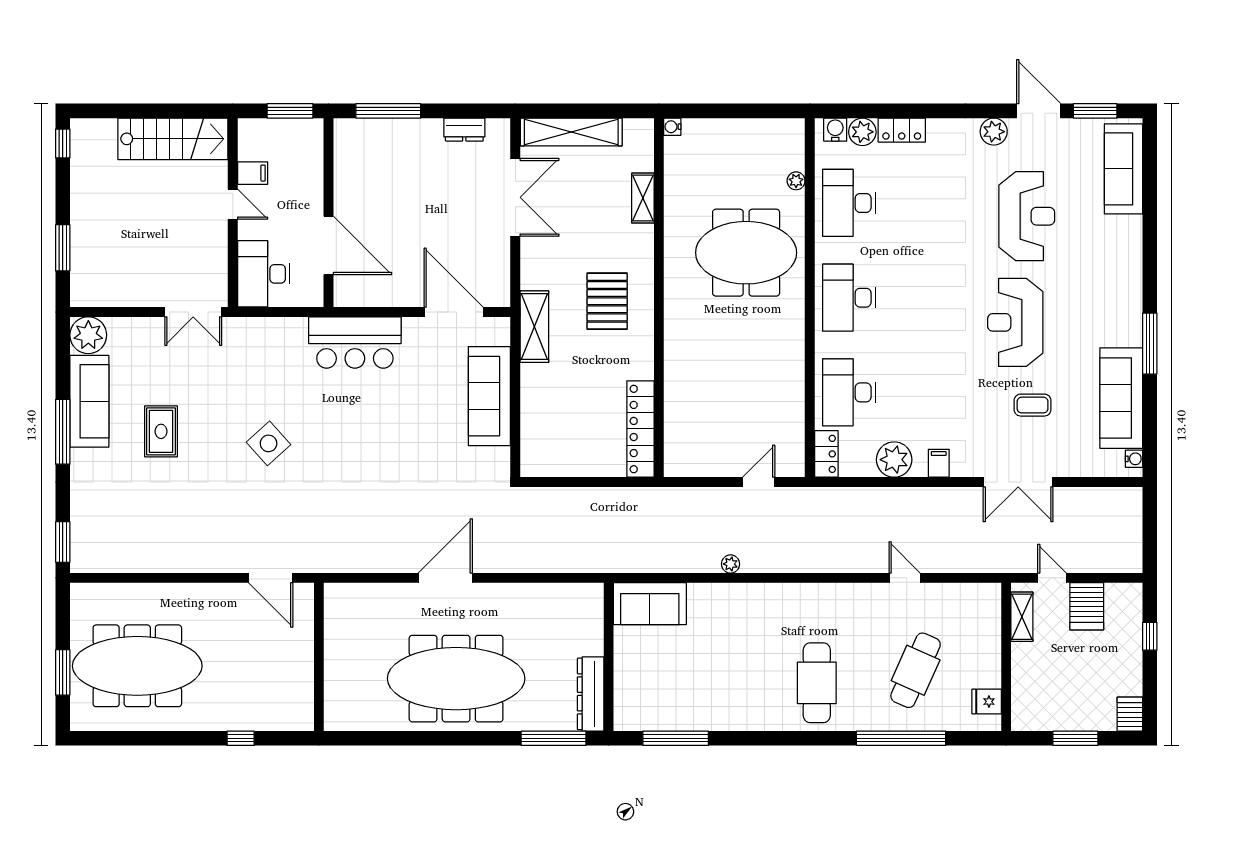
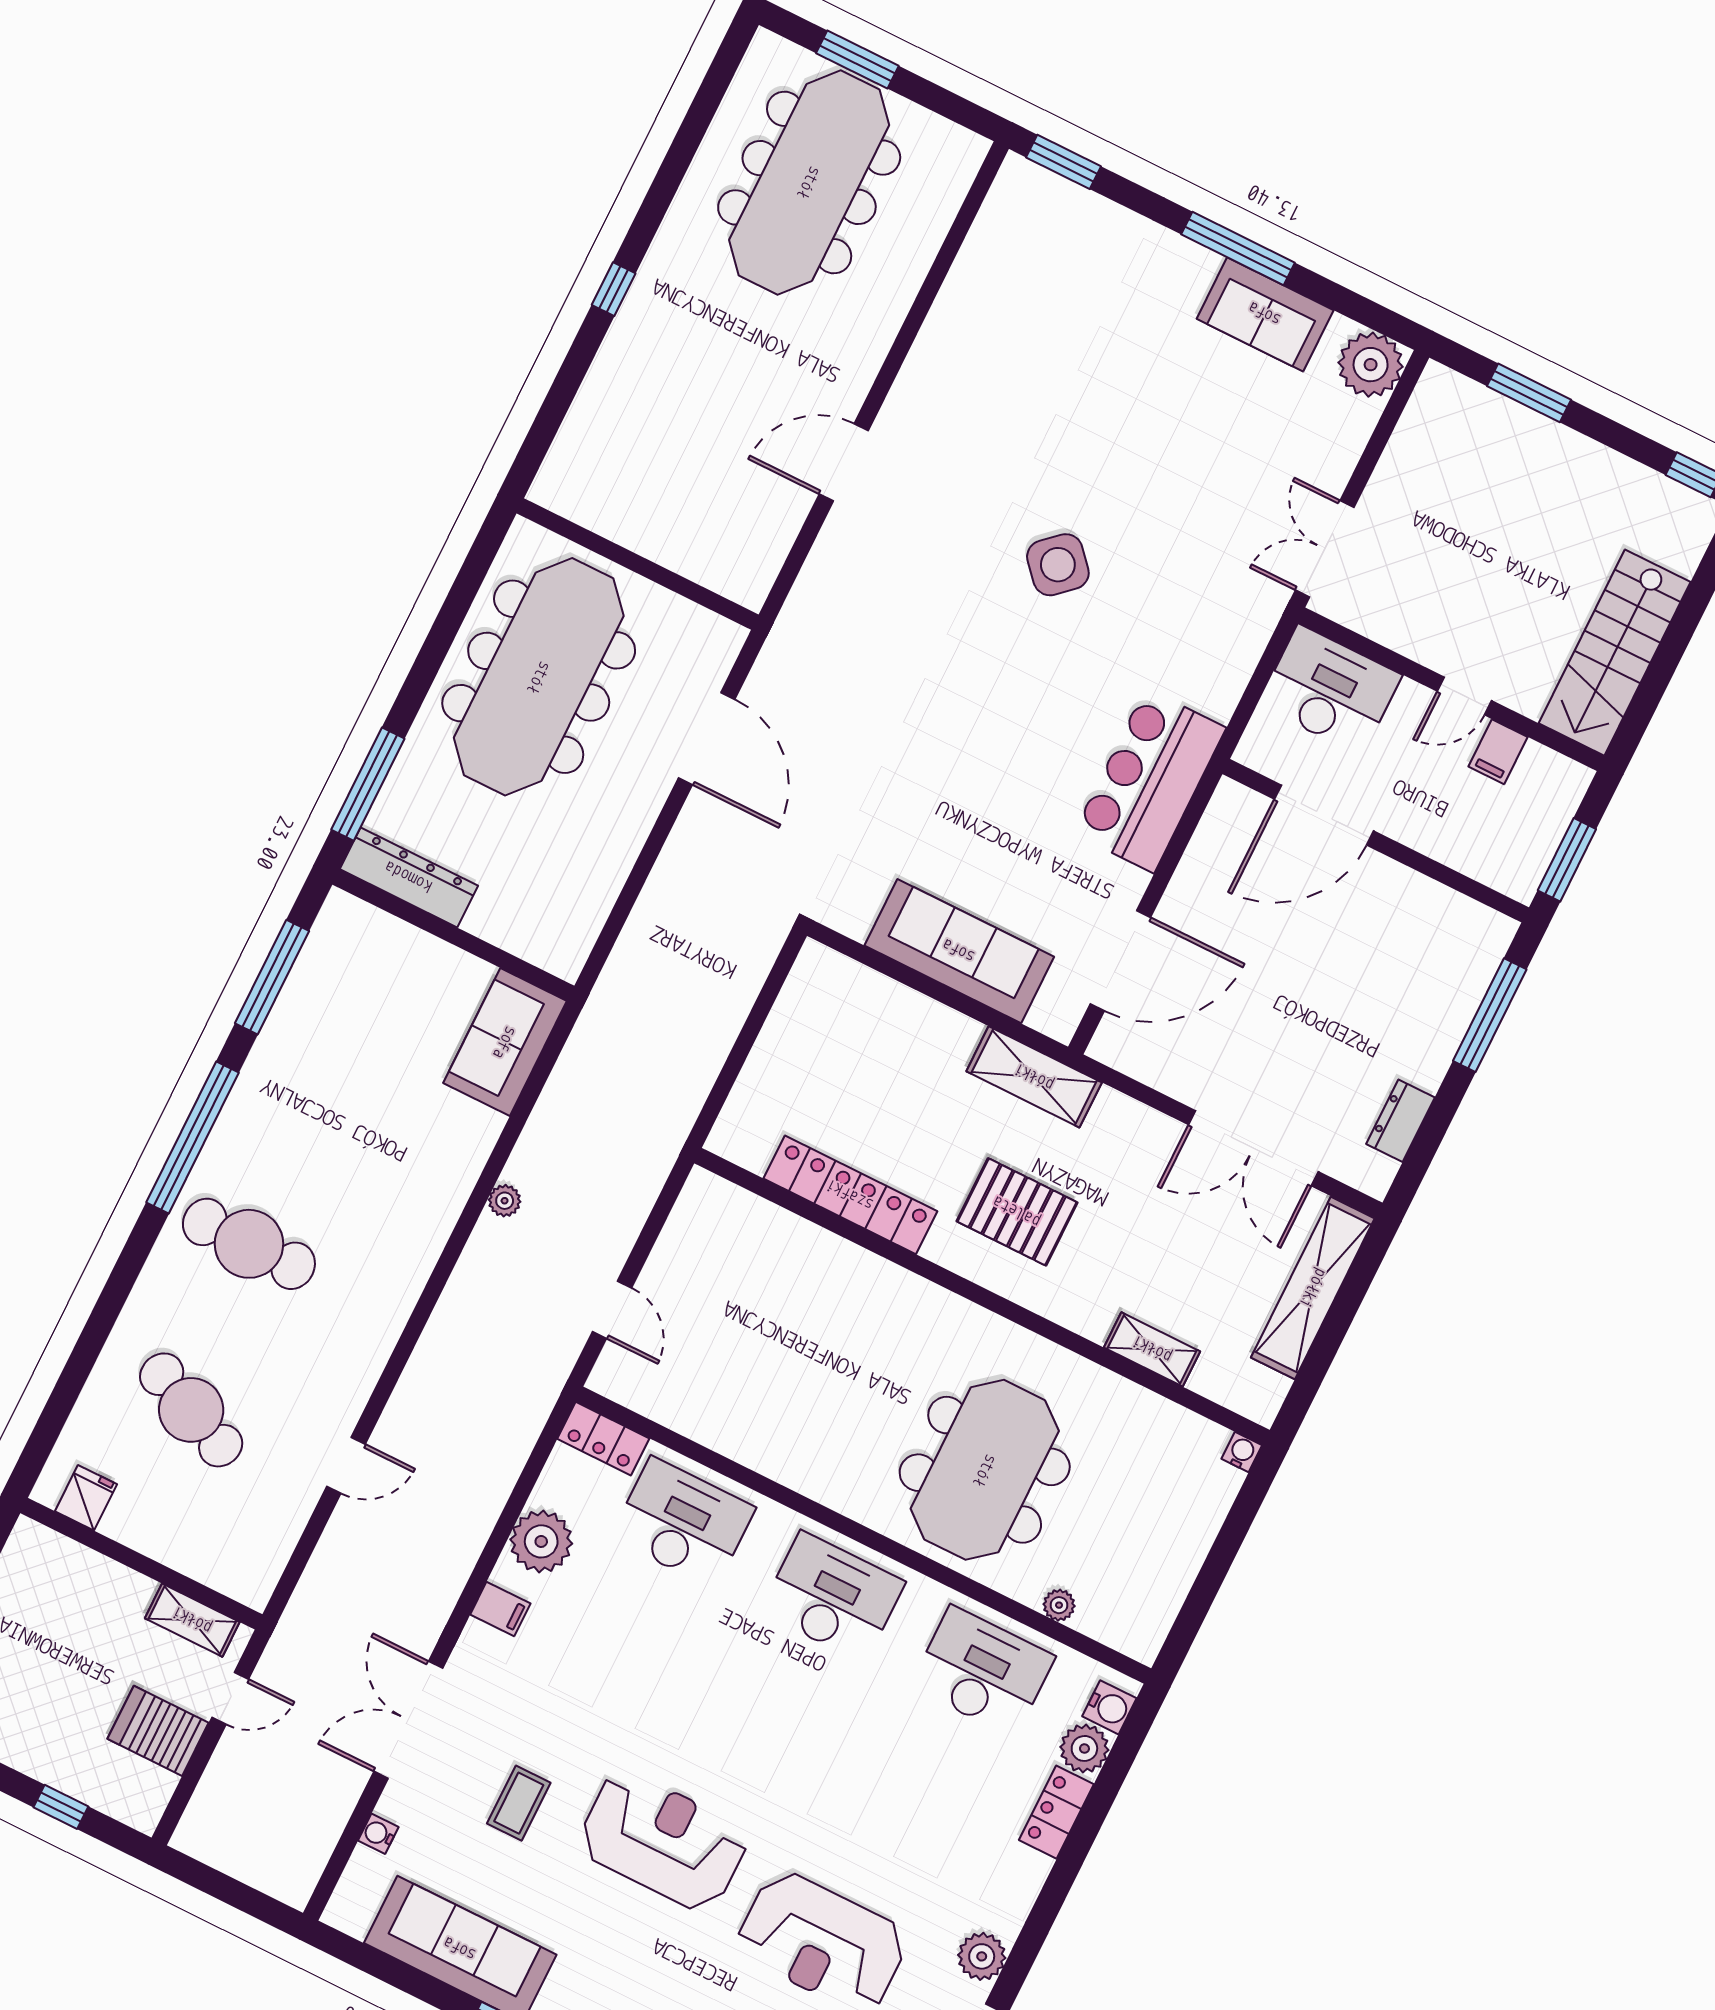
sofa: (89, 401) -> (1265, 314), width x0.73
locker: (640, 429) -> (850, 1195), moved
rug: (161, 431) -> (1161, 404), removed
water cooler: (1134, 459) -> (378, 1834), moved, turned 90
wall: (319, 657) -> (638, 564), moved
window: (901, 738) -> (192, 1137), moved

